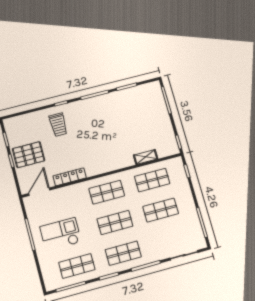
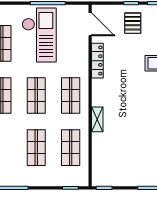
pallet: (29, 155) -> (133, 23), width x0.67, depth x0.71
shelving: (146, 157) -> (97, 119), moved
checkout: (61, 234) -> (39, 35), width x1.36, depth x1.21

